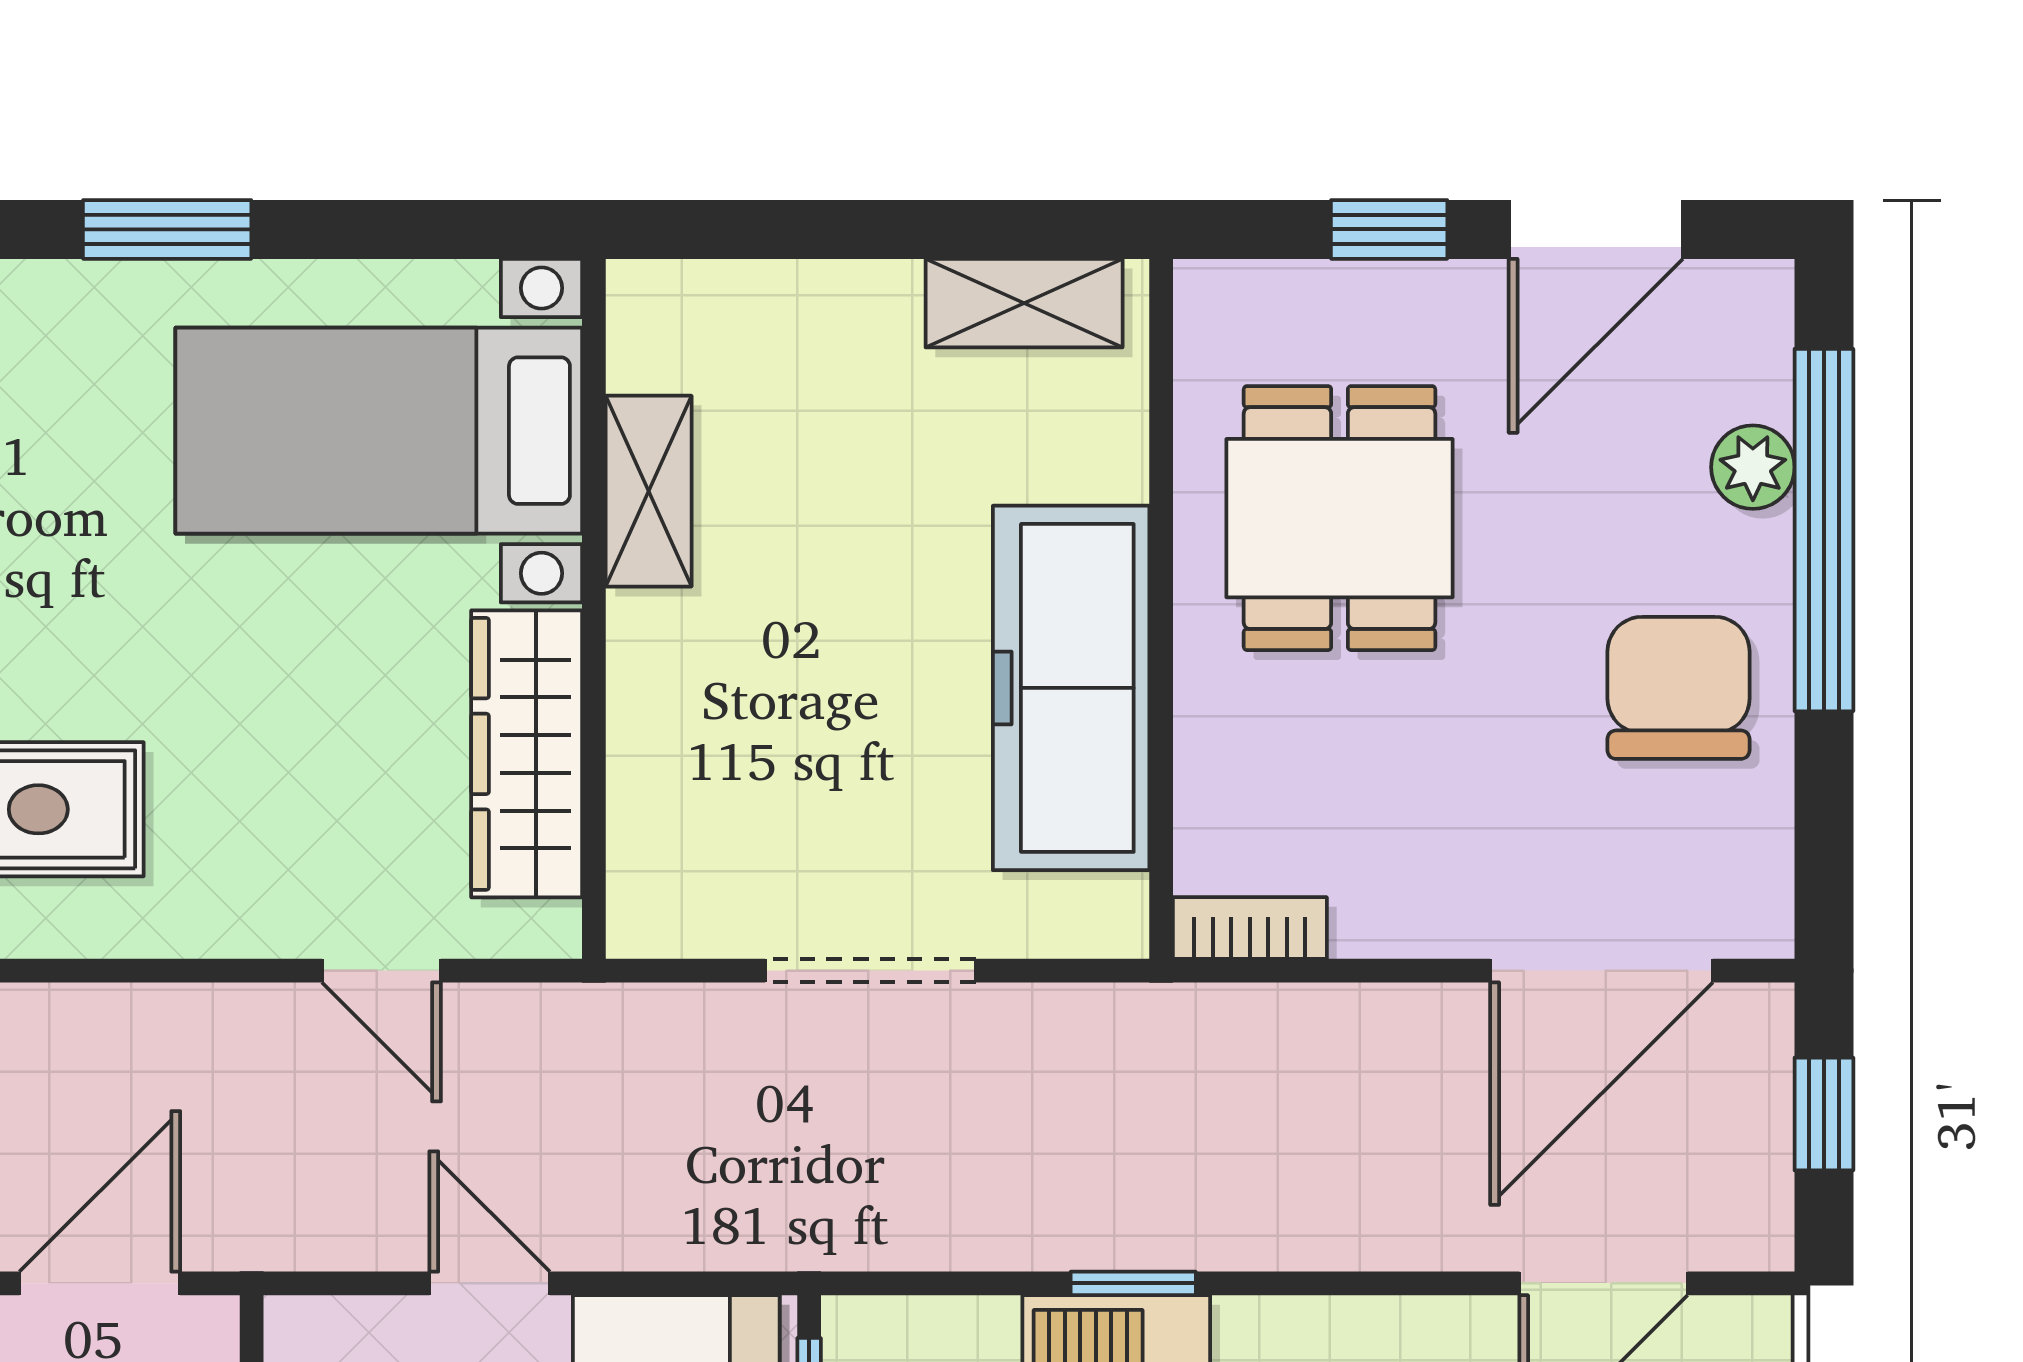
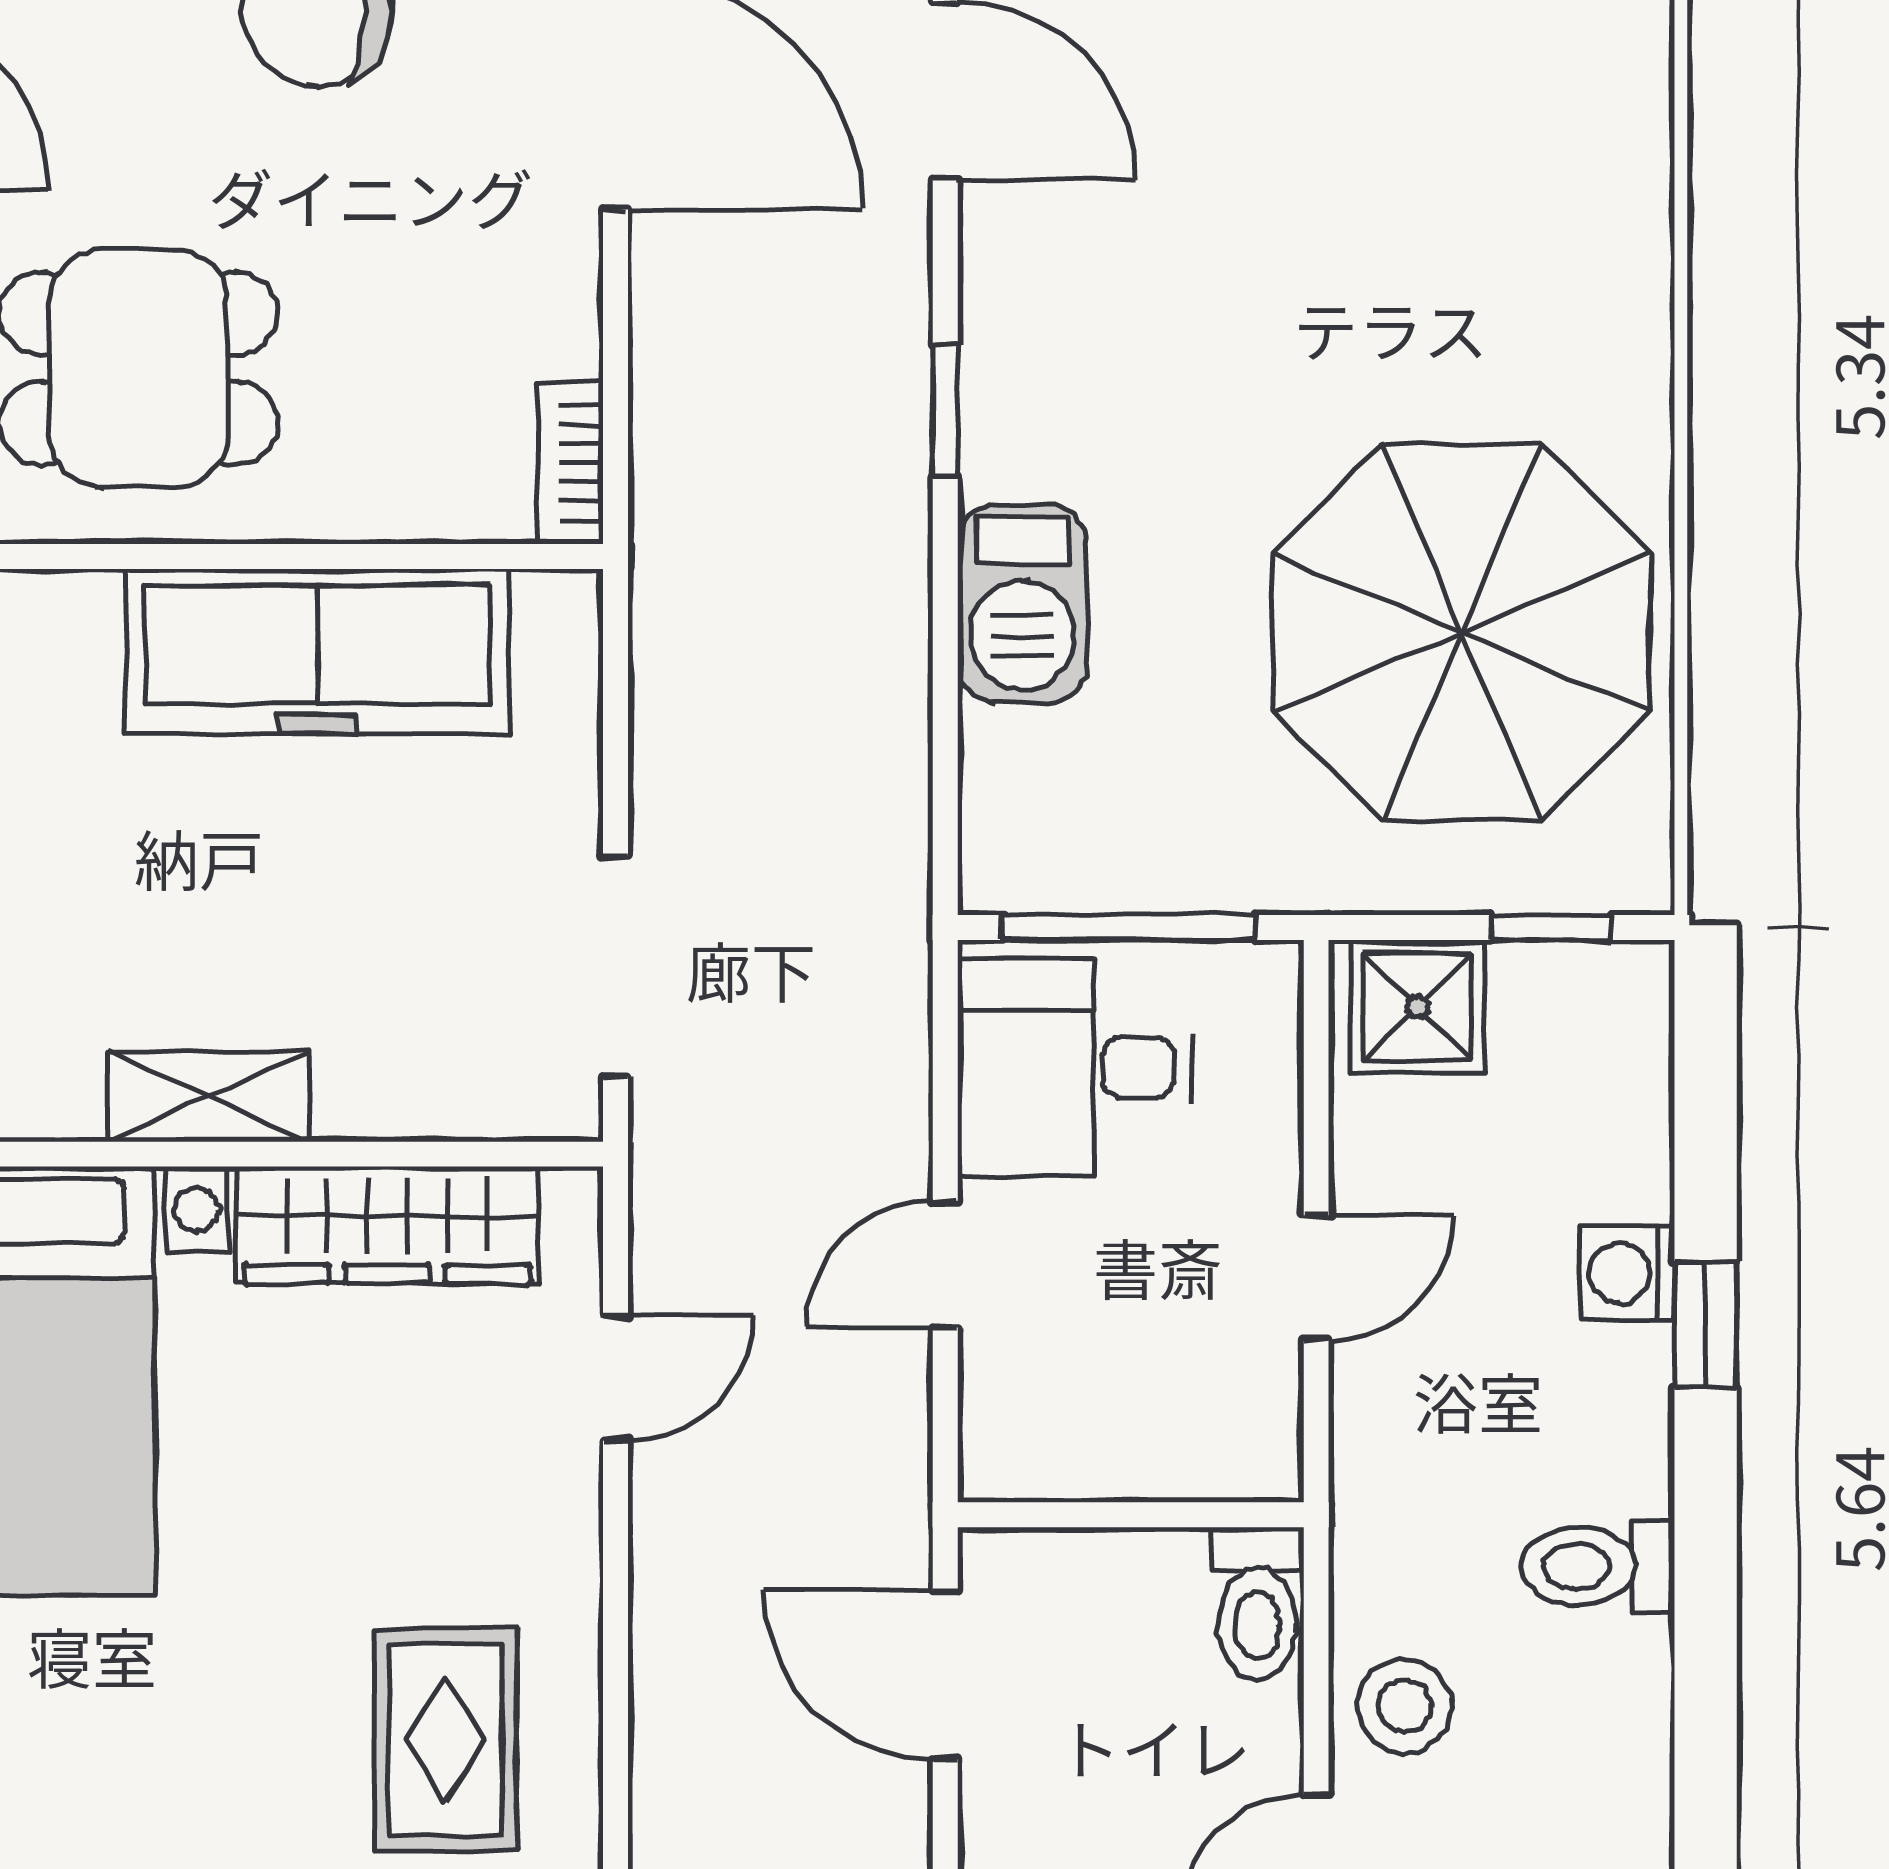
shelving: (649, 491) -> (208, 1096), moved
doorway: (870, 971) -> (615, 966), moved
window: (1133, 1283) -> (945, 411), moved

